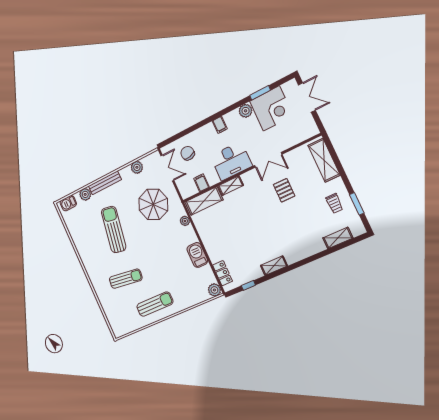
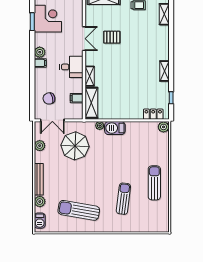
plant: (246, 111) -> (40, 52), moved
desk: (231, 161) -> (71, 67), width x0.73
double door: (167, 168) -> (52, 120), swing flipped
sun lounger: (114, 230) -> (79, 210), moved
barbecue: (197, 255) -> (115, 128), moved

